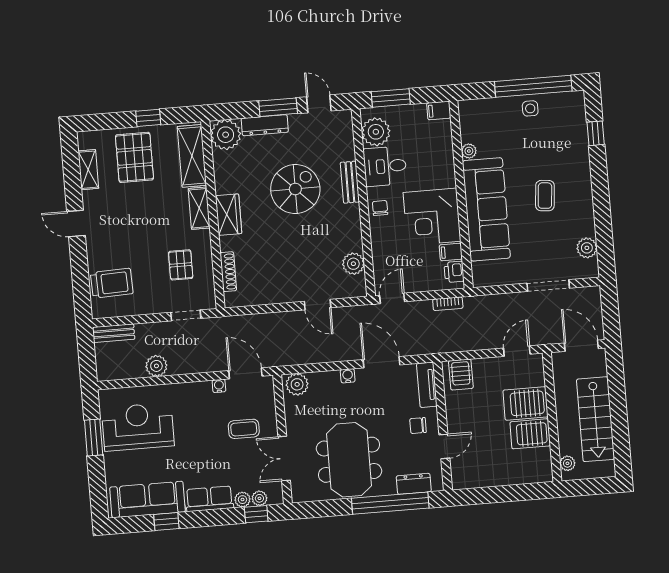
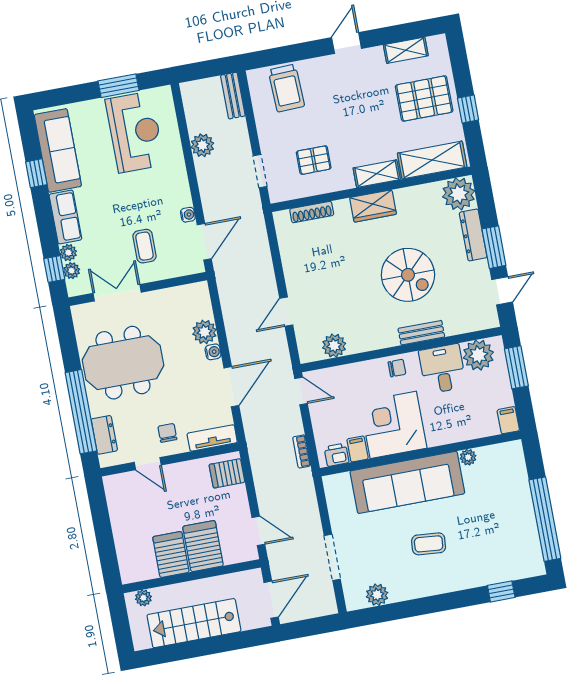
side table: (530, 108) -> (521, 518), removed
plant: (297, 384) -> (205, 332), moved

